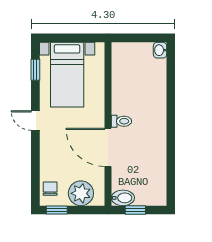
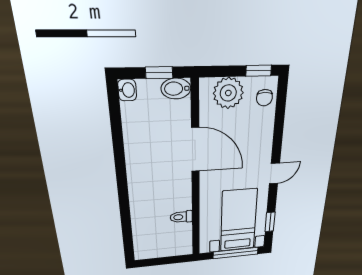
window: (68, 38) -> (236, 253), added
washbasin: (160, 50) -> (127, 90), moved
door: (35, 121) -> (274, 173), hinge flipped
toilet: (121, 121) -> (181, 217), moved

